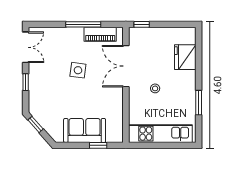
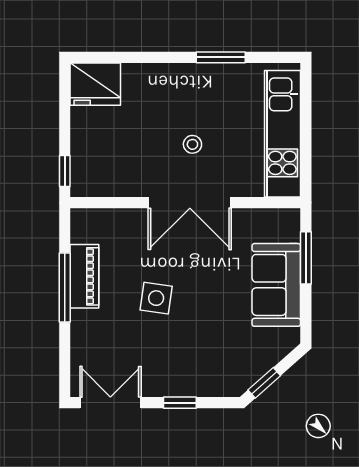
piano: (100, 34) -> (84, 276), moved
fridge: (185, 57) -> (95, 84), moved
double door: (126, 66) -> (190, 203), moved
window: (98, 145) -> (306, 258), width x1.50

